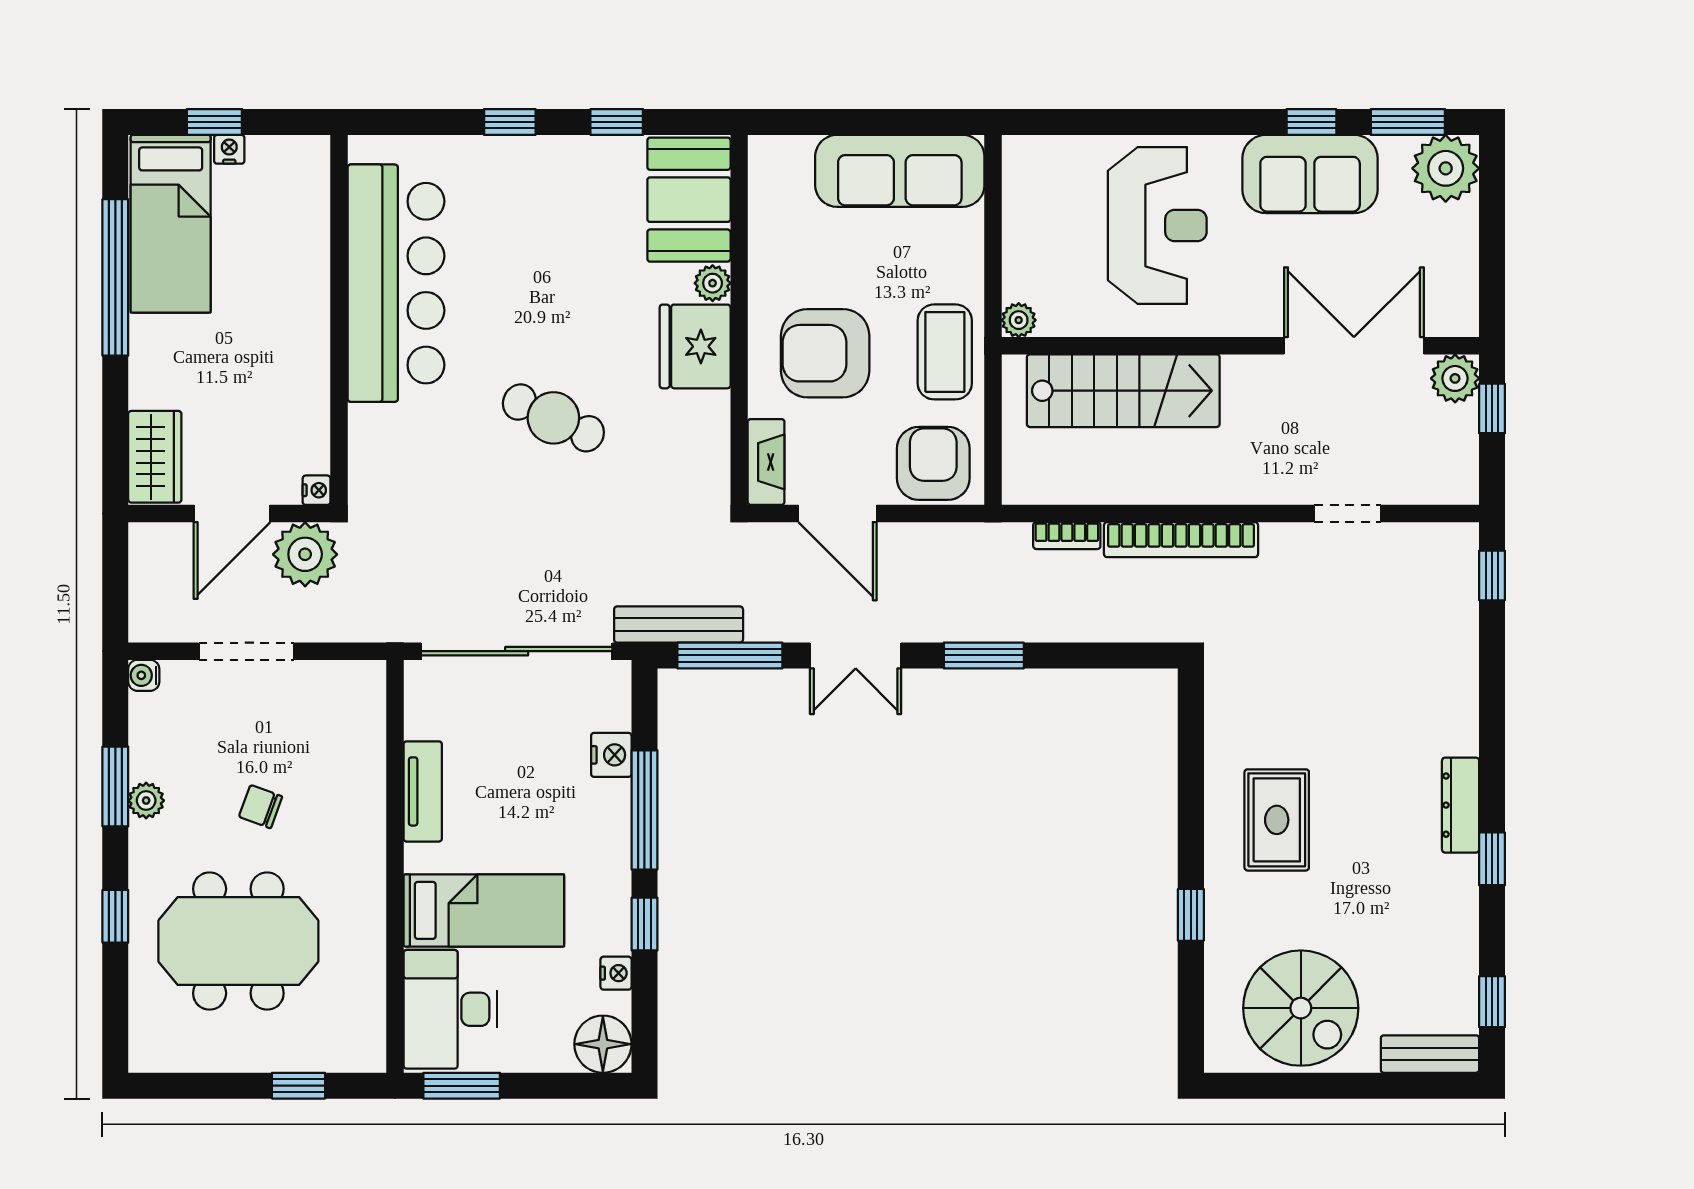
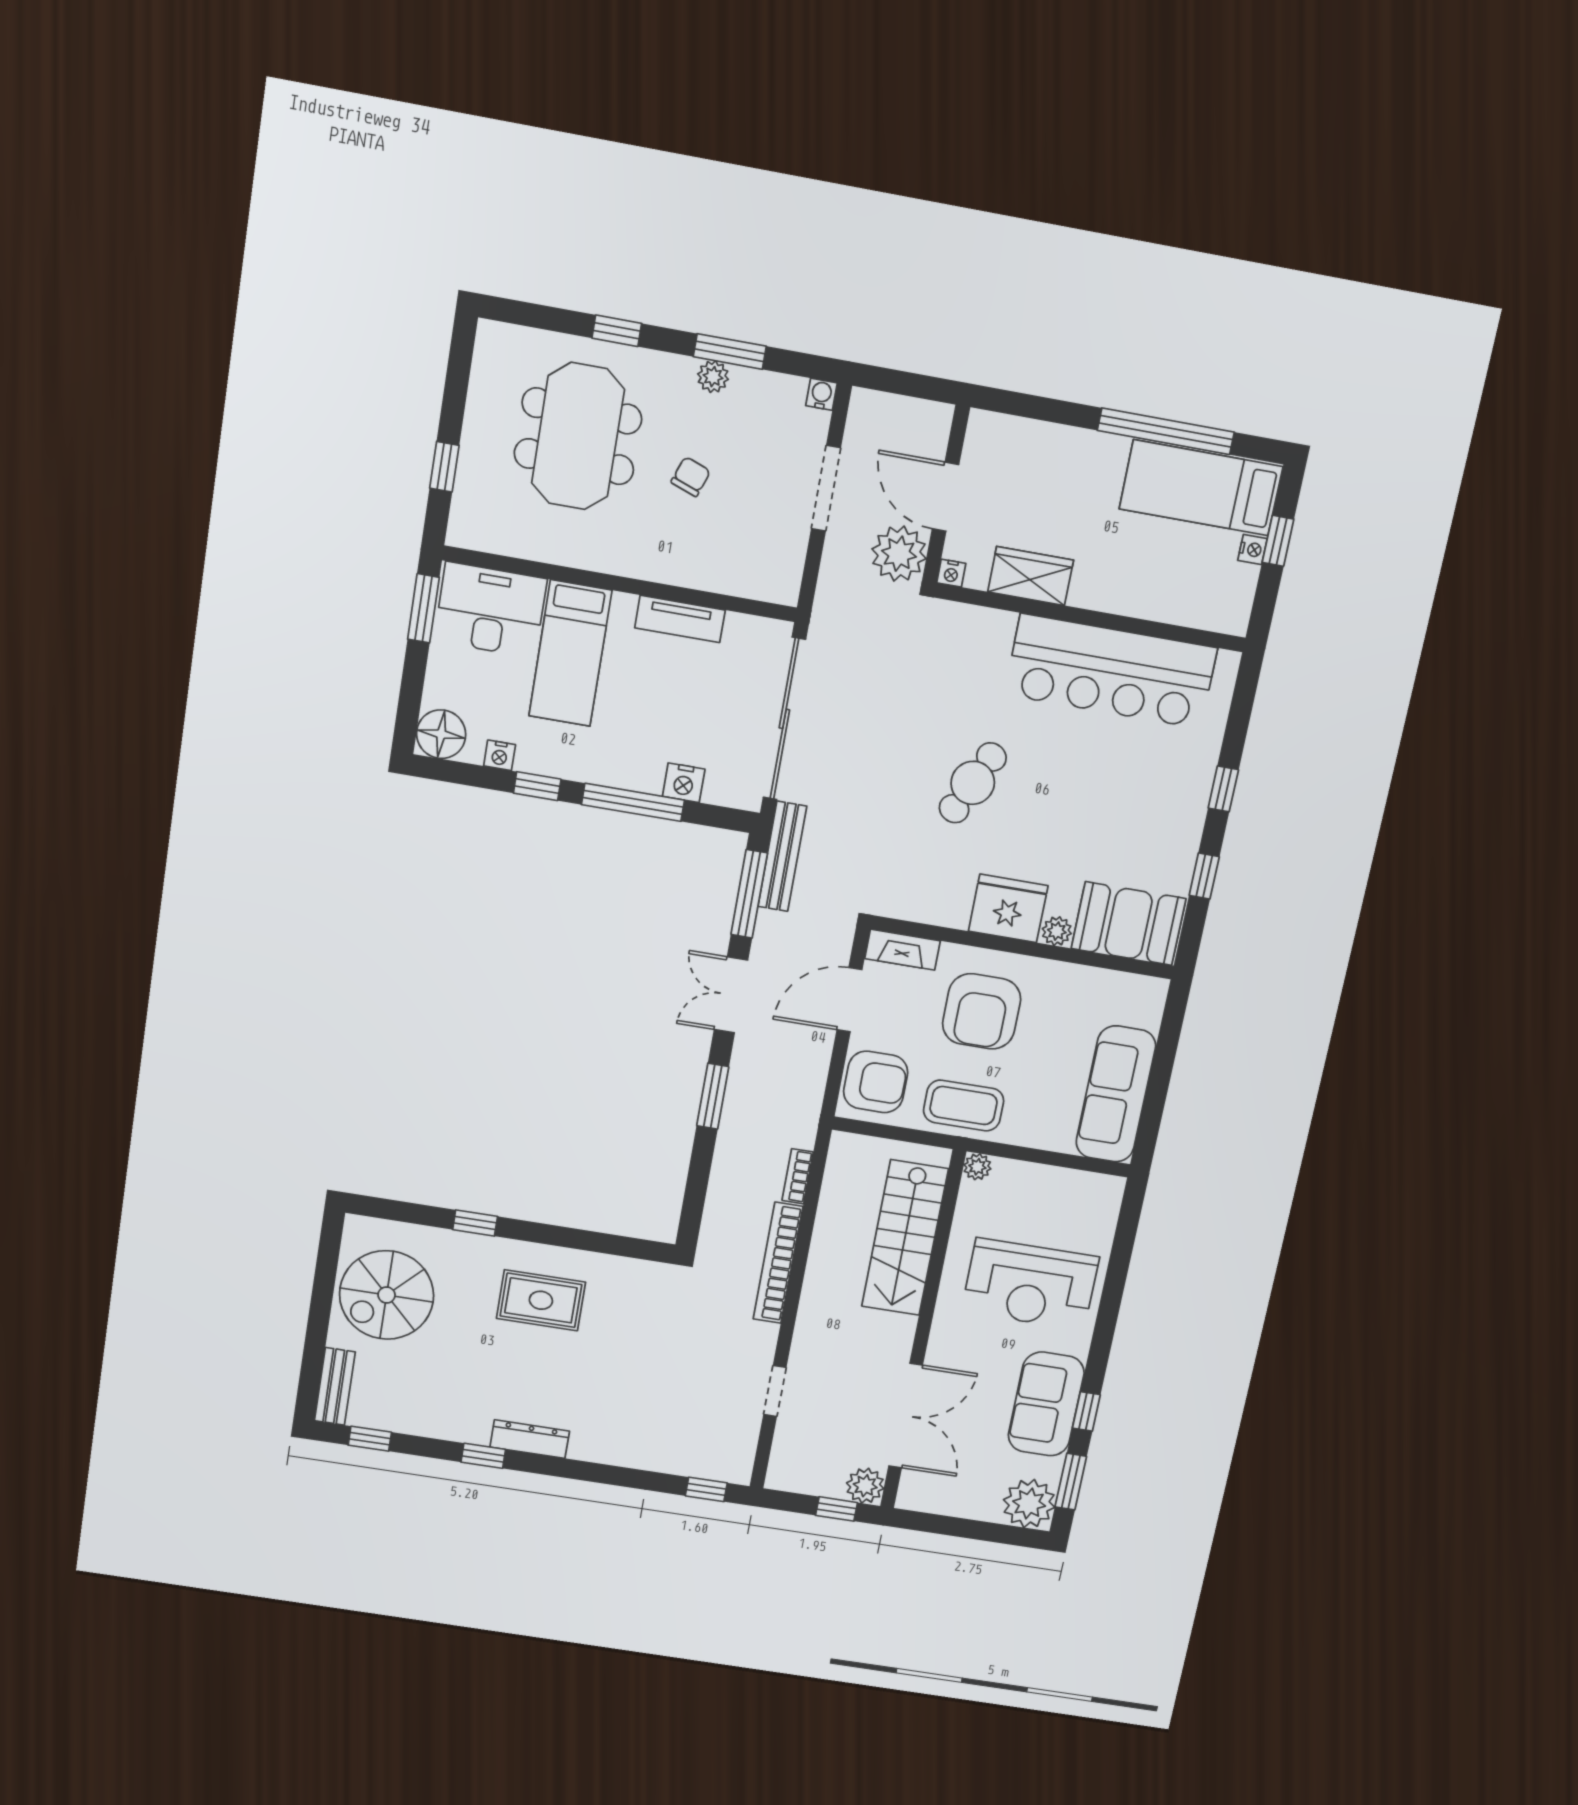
armchair: (825, 353) -> (982, 1011), turned 180
wardrobe: (155, 457) -> (1031, 576), moved, turned 180

